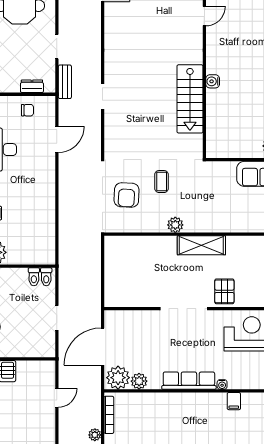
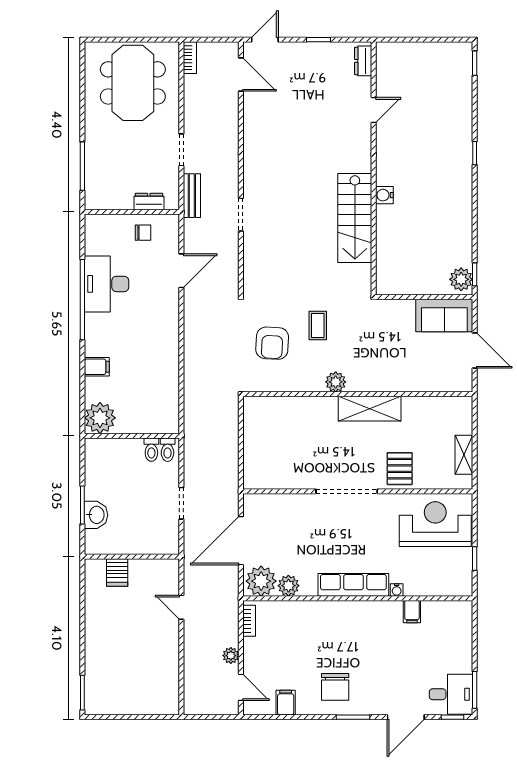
door: (57, 398) -> (181, 607), swing flipped
bookcase: (109, 415) -> (249, 621), width x0.64

